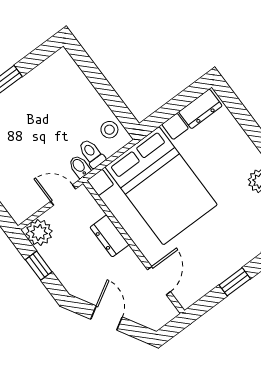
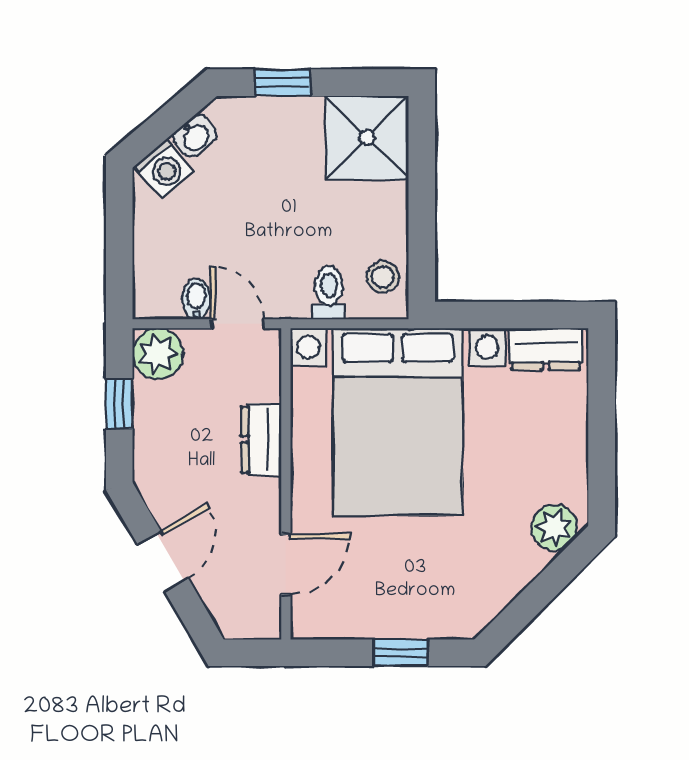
shower: (59, 76) -> (367, 138), added
bidet: (80, 167) -> (196, 299), moved

